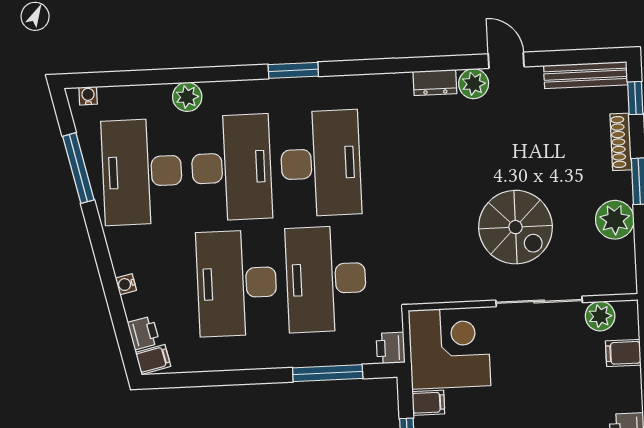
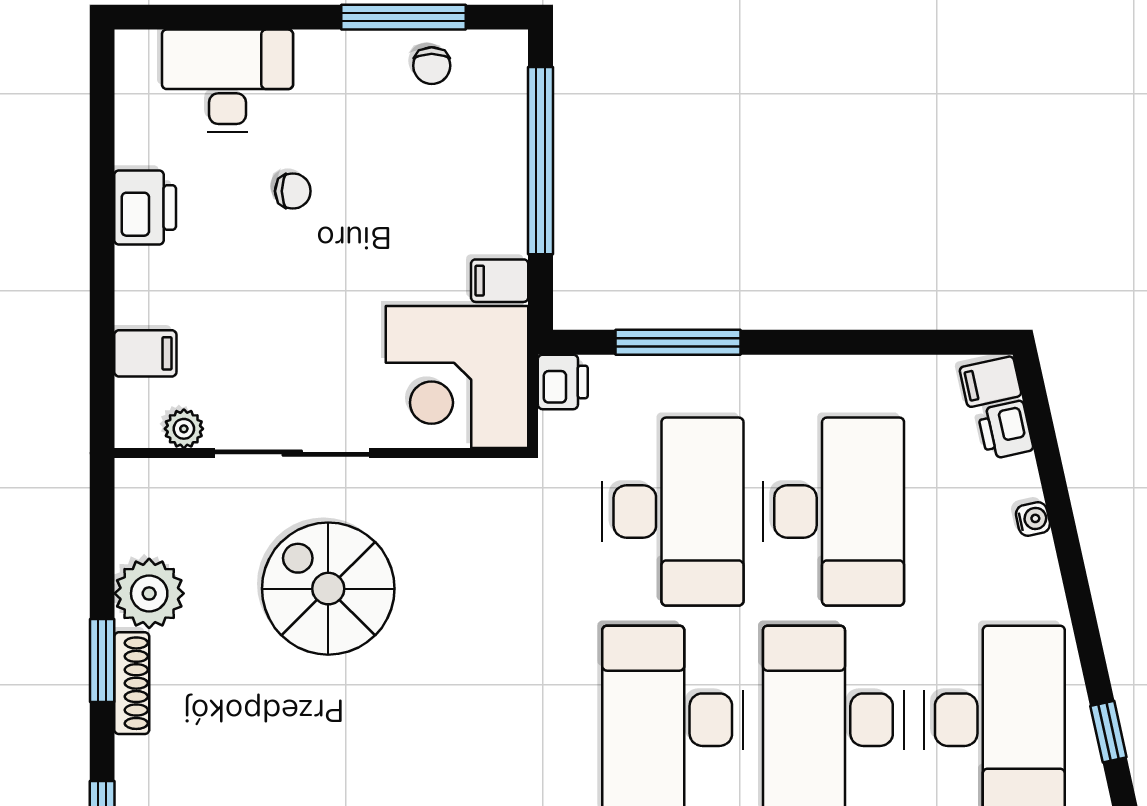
shoe rack: (621, 142) -> (132, 683), moved
window: (78, 168) -> (1108, 732), width x0.46
plant: (600, 316) -> (184, 429), width x0.73, depth x0.73

